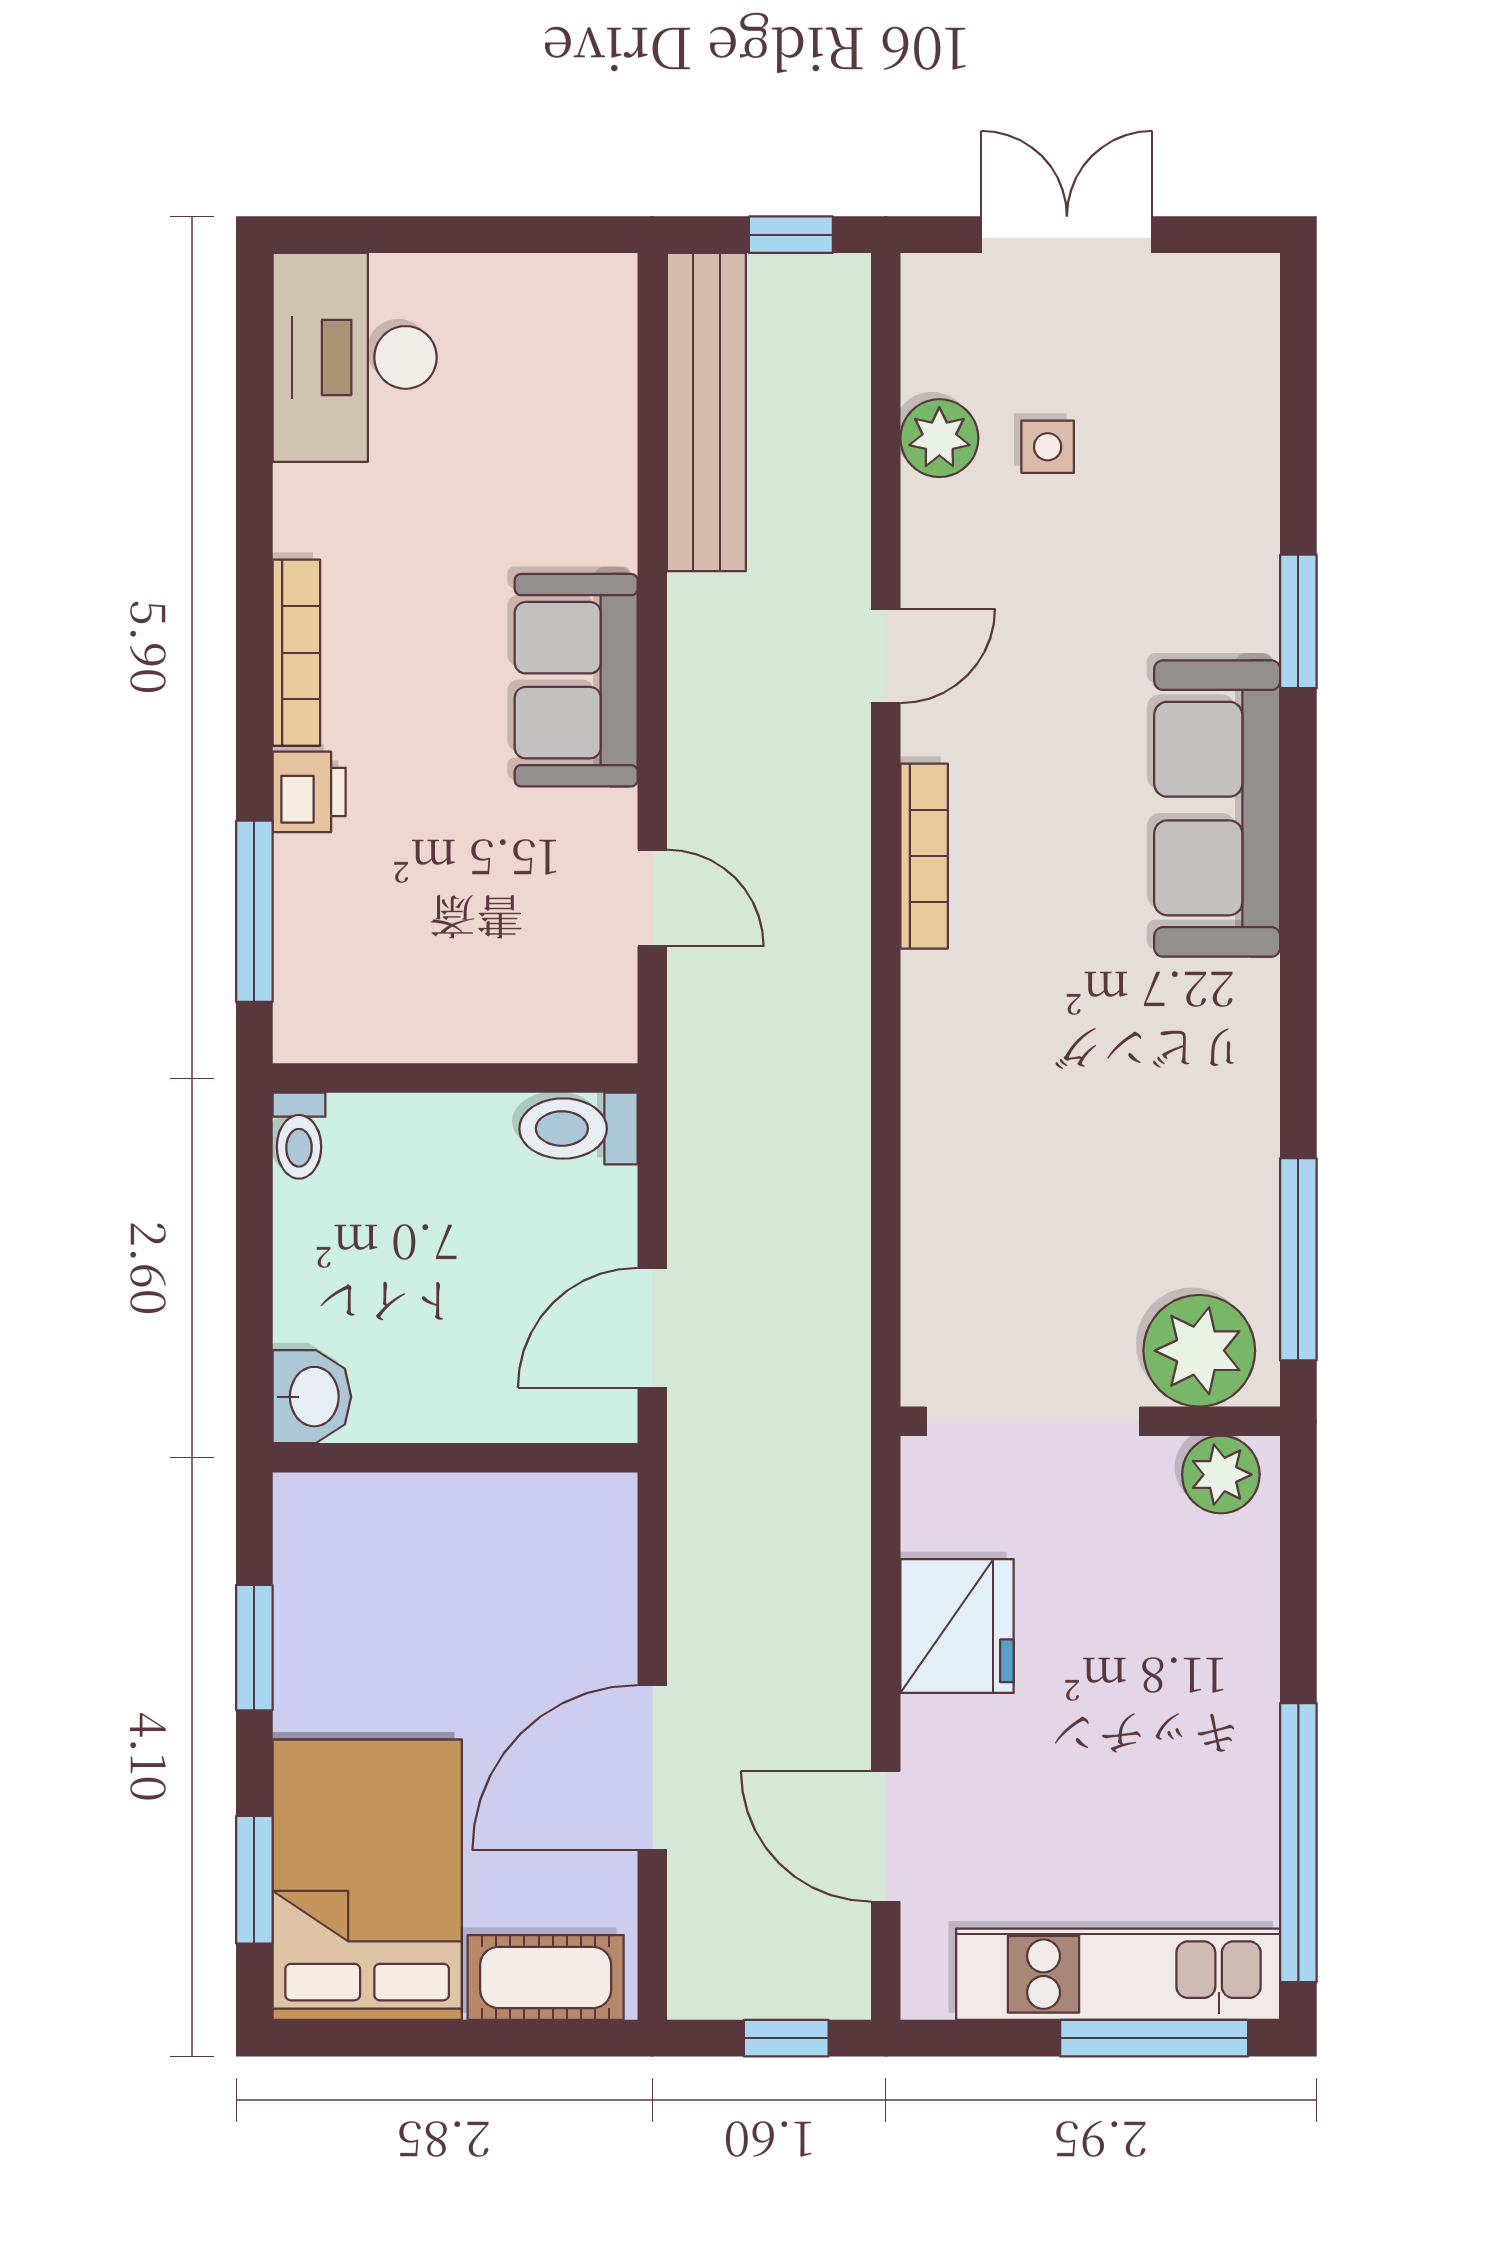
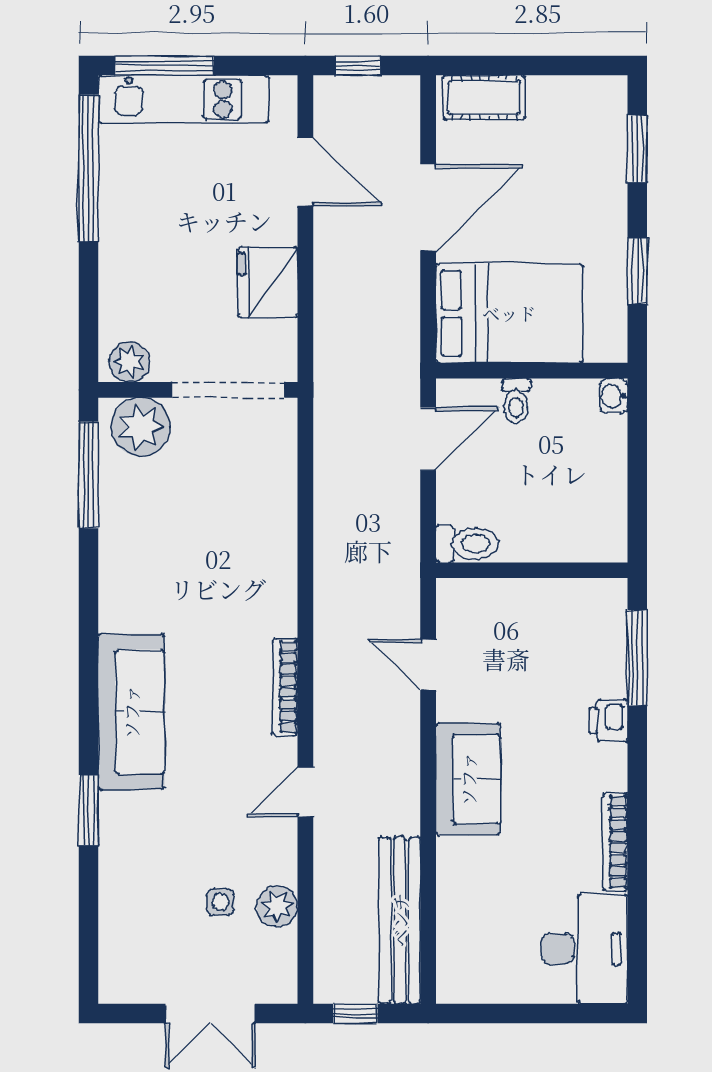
bookcase: (296, 653) -> (615, 842), moved
toilet: (299, 1136) -> (516, 401), moved, turned 180
washbasin: (312, 1397) -> (613, 396), width x0.72, depth x0.69
bed: (367, 1880) -> (509, 313), moved, turned -90

